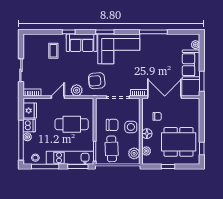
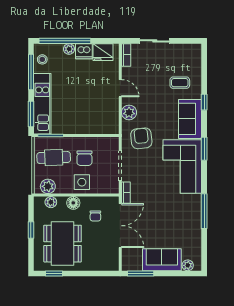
cafe table: (72, 124) -> (85, 106), removed

